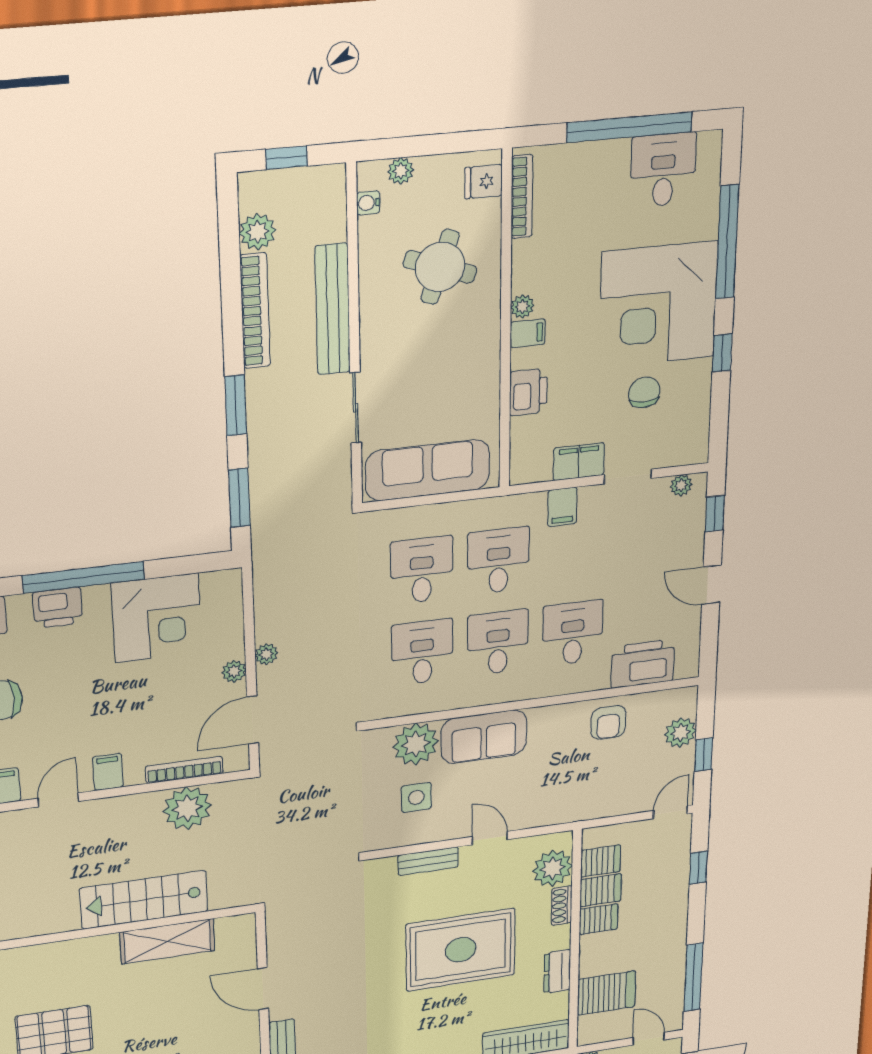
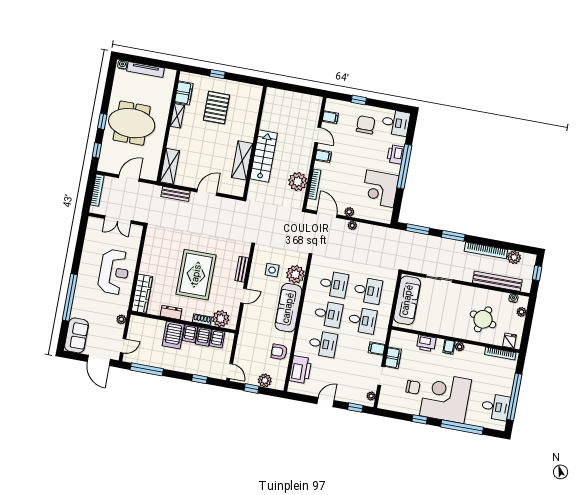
bench: (333, 309) -> (497, 281), moved
sofa: (484, 737) -> (288, 308), width x1.36
server rack: (606, 993) -> (173, 335), moved

